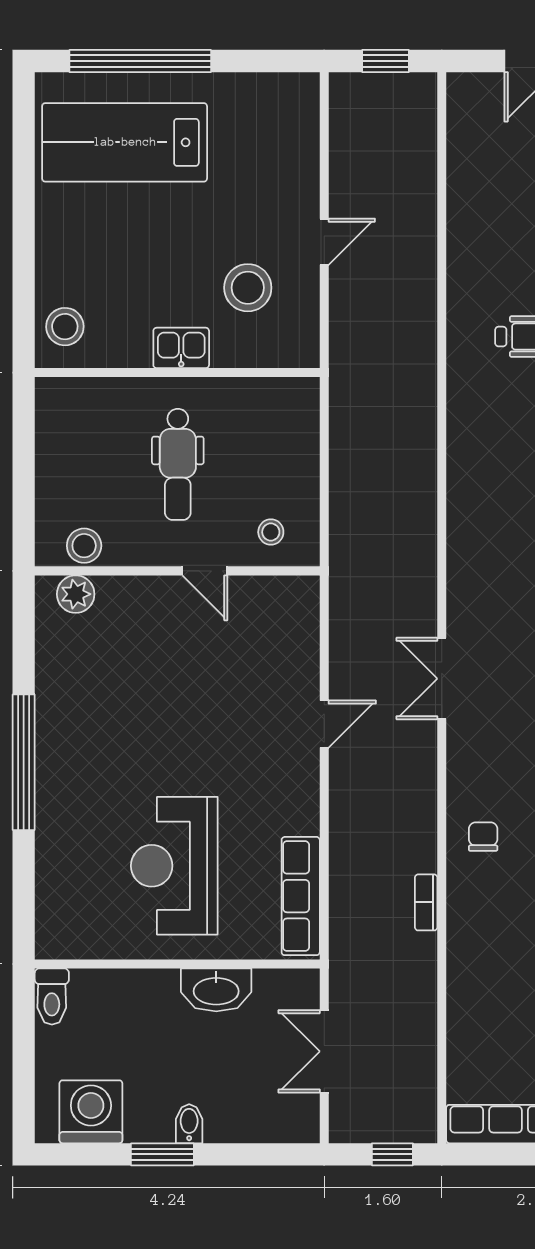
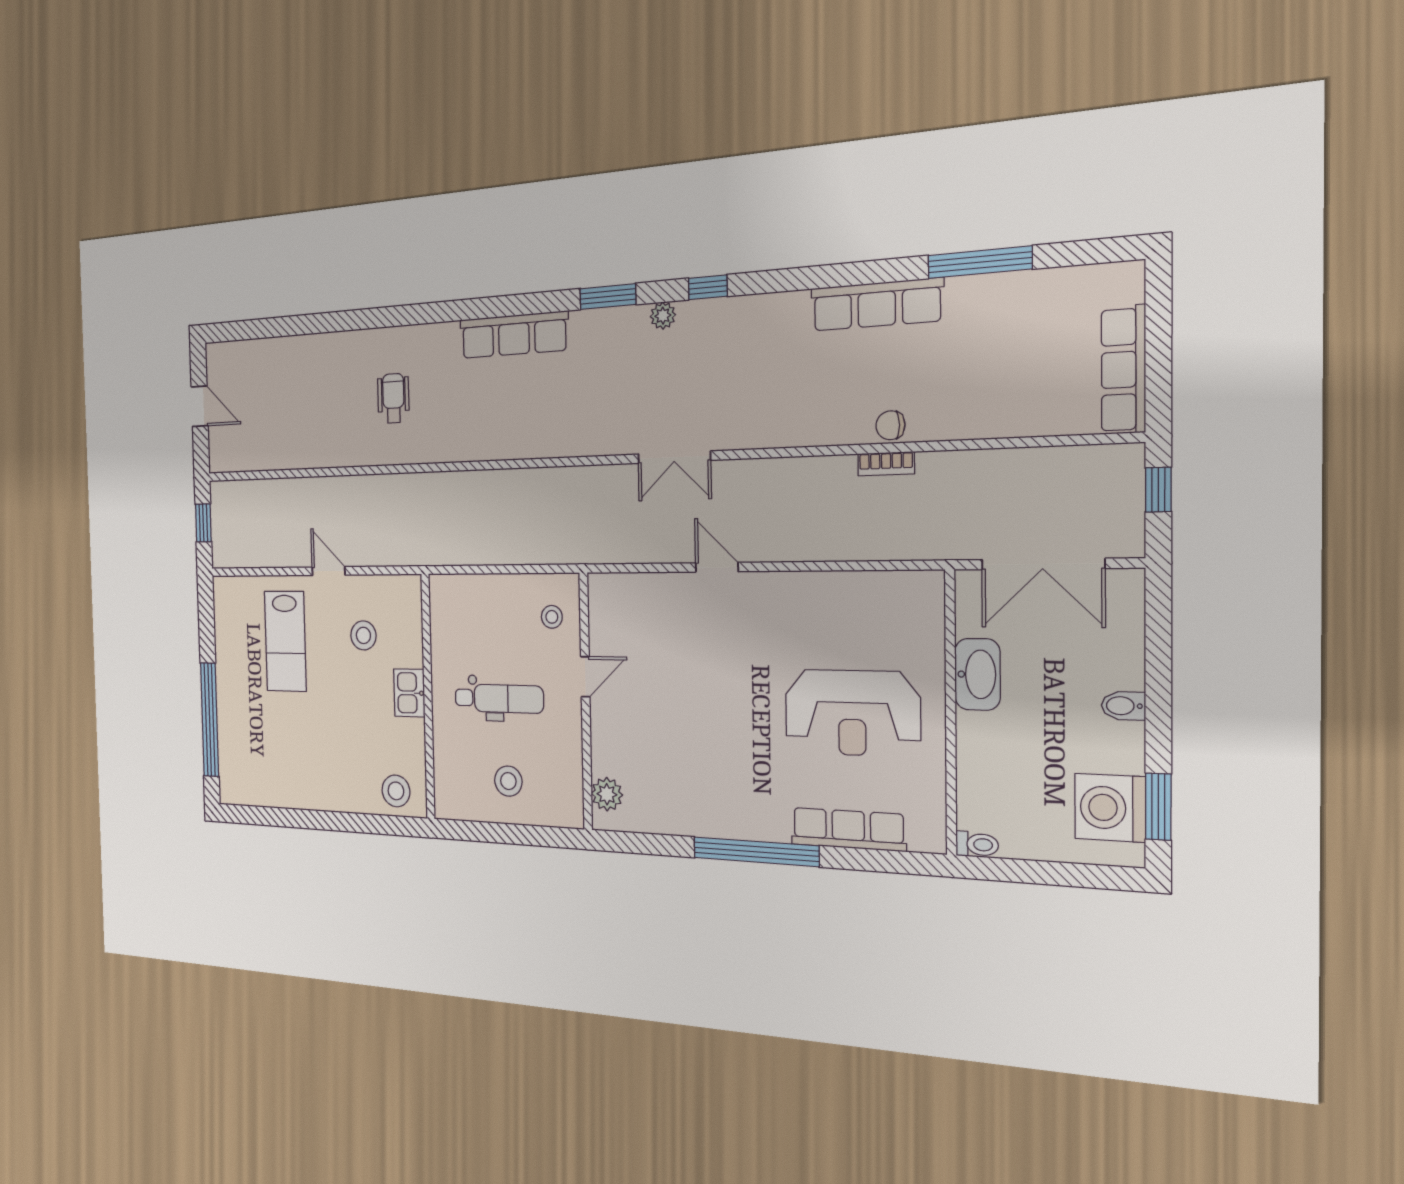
lab bench: (125, 142) -> (285, 641), moved, width x0.73, depth x0.72
stool: (248, 288) -> (363, 635), width x0.73, depth x0.73
stool: (84, 546) -> (508, 781), moved
chair: (483, 837) -> (890, 425), moved
row of seats: (301, 896) -> (848, 829), moved, turned 180
toilet: (52, 997) -> (977, 844), width x0.73, depth x0.72
double door: (324, 1051) -> (1043, 564), width x1.37
window: (162, 1154) -> (1158, 807), moved

